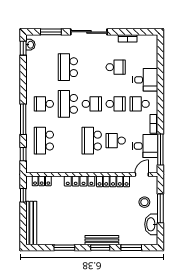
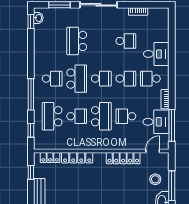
school desk: (44, 104) -> (52, 79), turned 180
school desk: (68, 104) -> (77, 79), turned 180
school desk: (68, 141) -> (77, 116), added
school desk: (92, 141) -> (101, 116), turned 180
locker: (80, 181) -> (77, 158), moved

